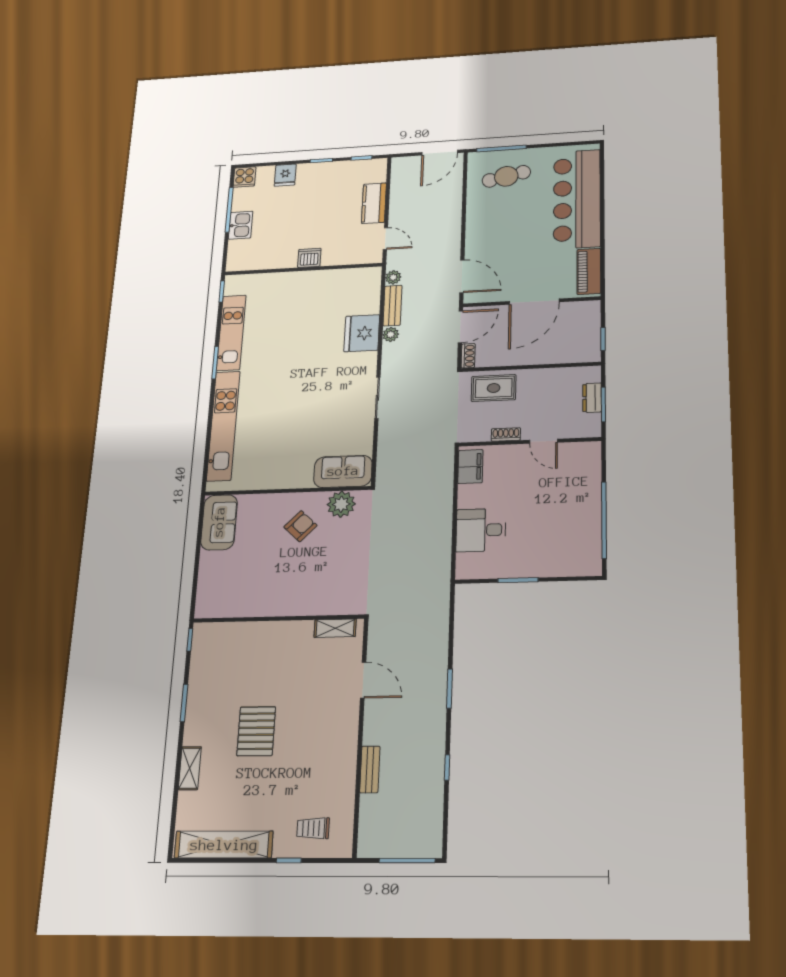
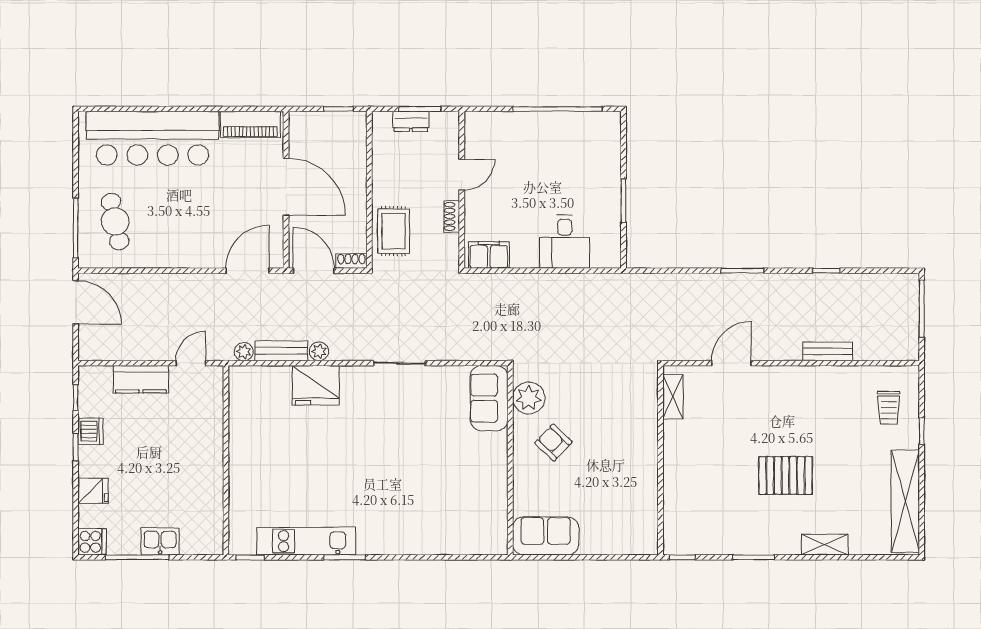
dishwasher: (309, 258) -> (91, 431), moved, turned 180
kitchen unit: (223, 426) -> (426, 541), removed

